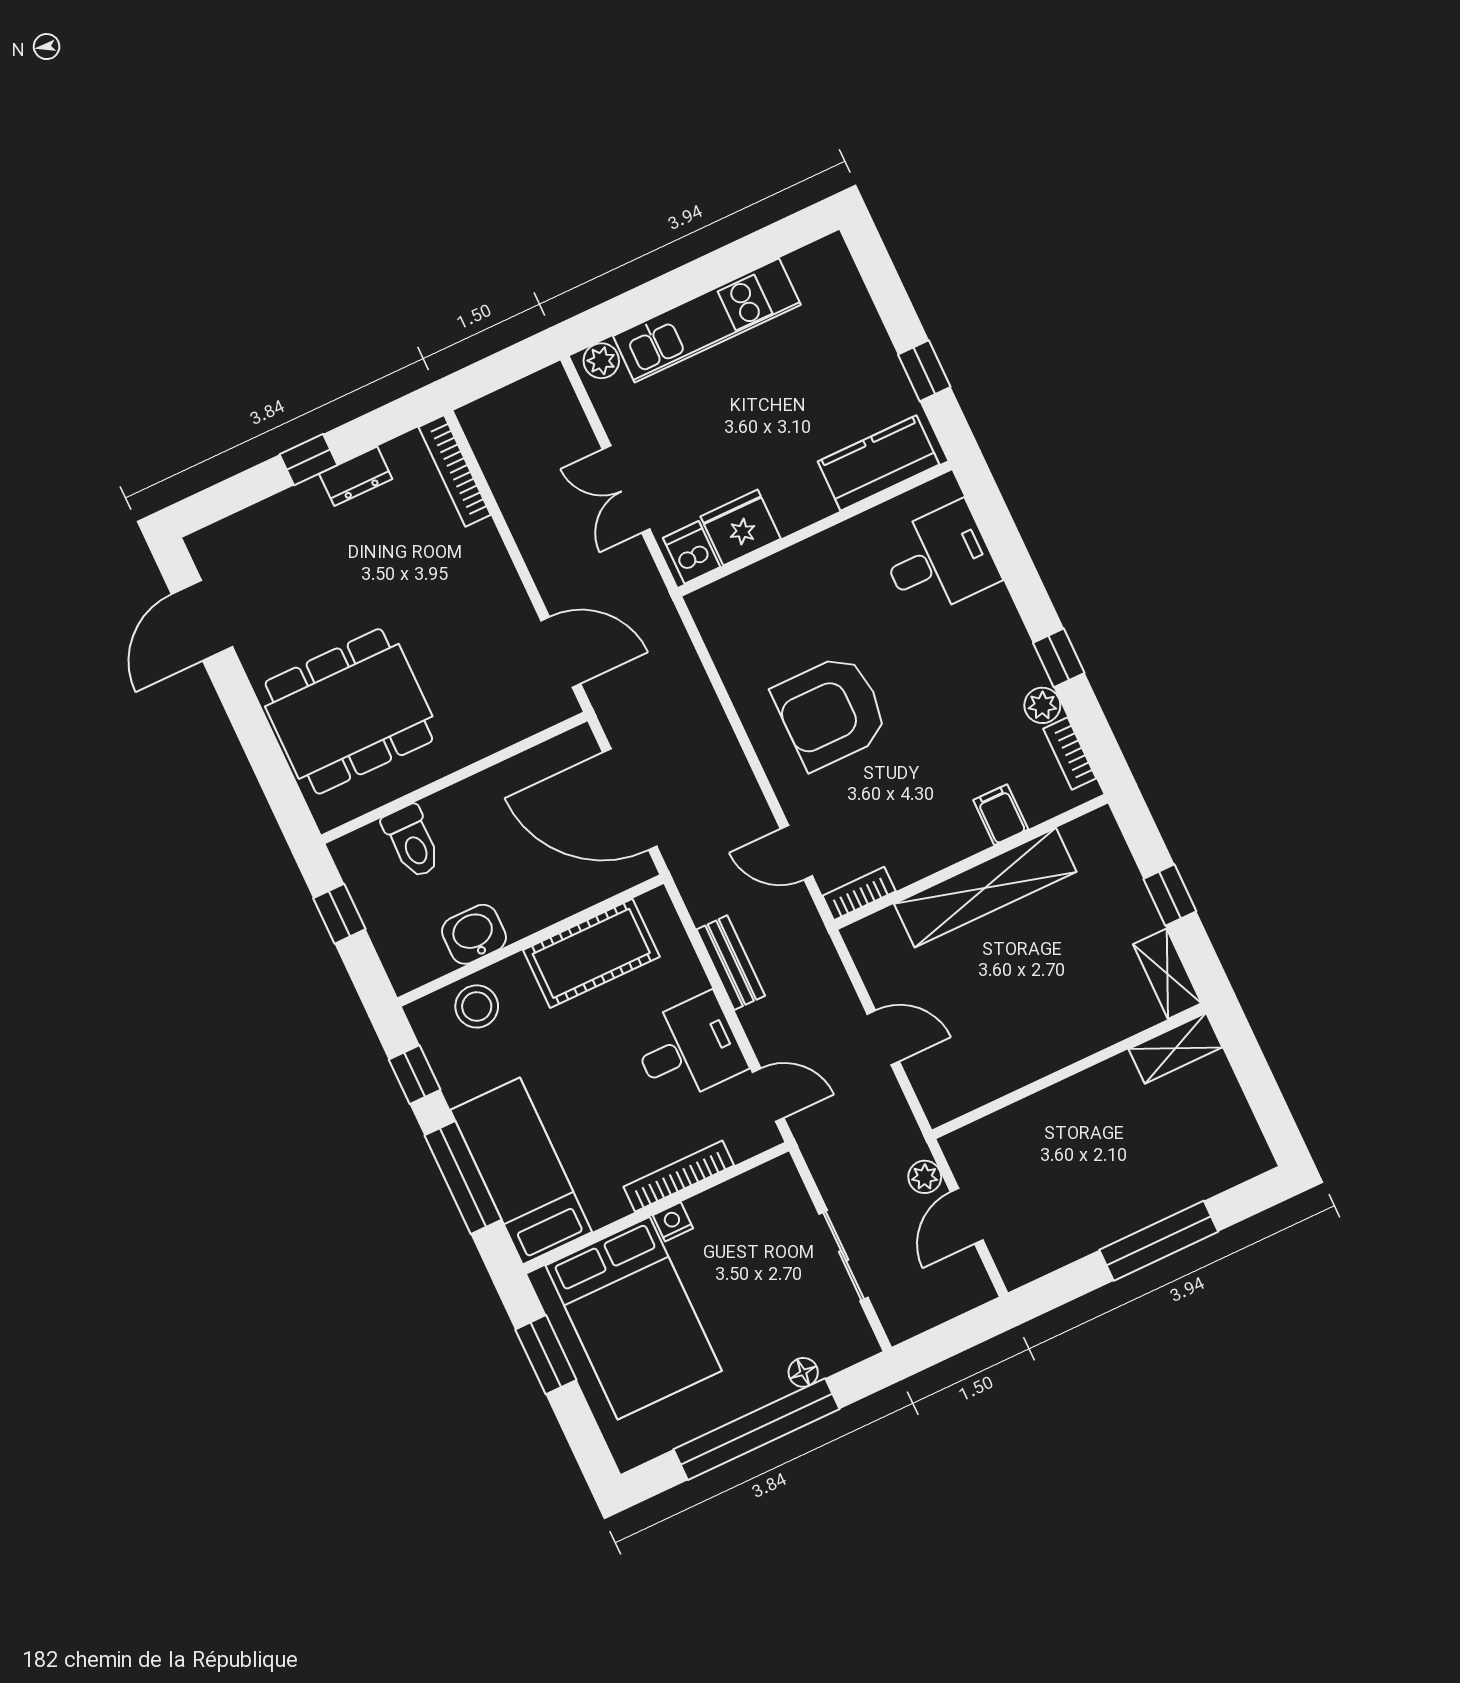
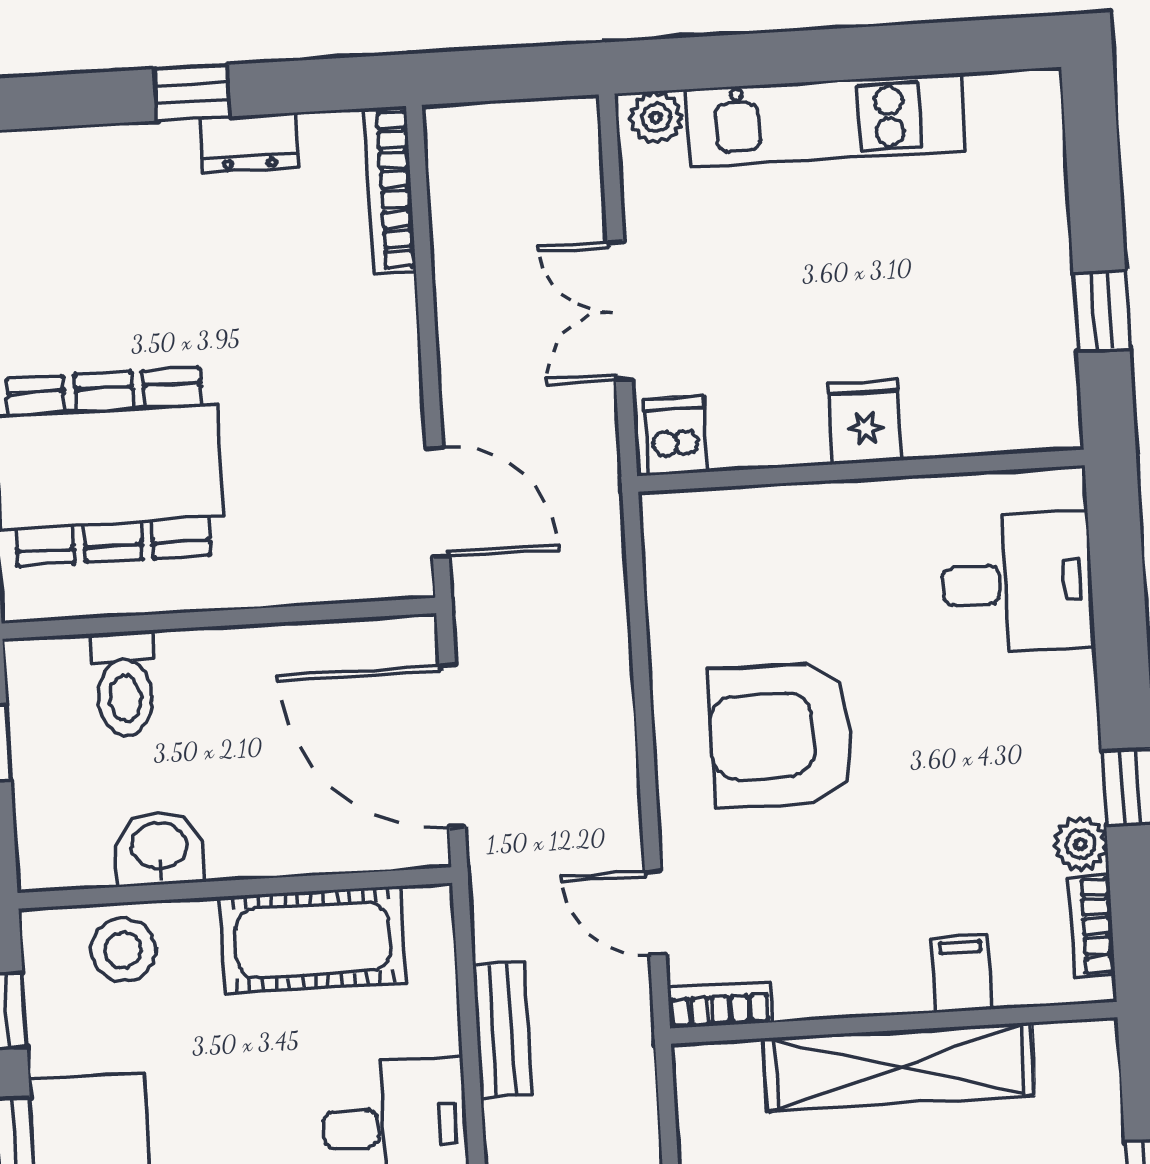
kitchen counter: (879, 463) -> (986, 414), removed
fridge: (741, 528) -> (865, 422), moved, width x0.72

